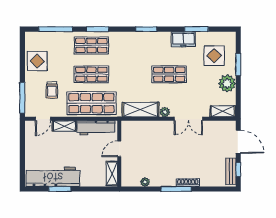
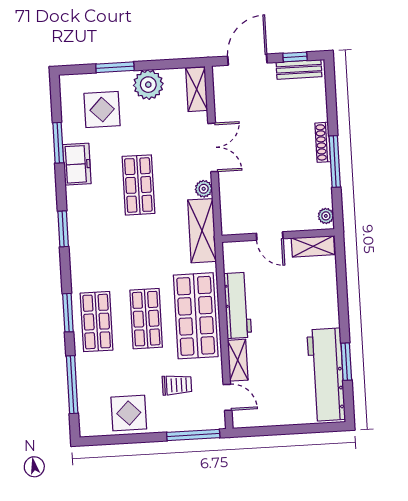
door: (119, 149) -> (270, 236), moved
wall: (119, 154) -> (278, 236), moved
shelving: (112, 173) -> (313, 246), moved

